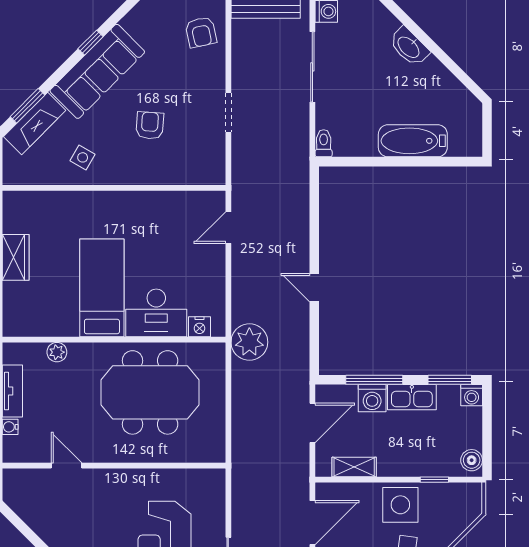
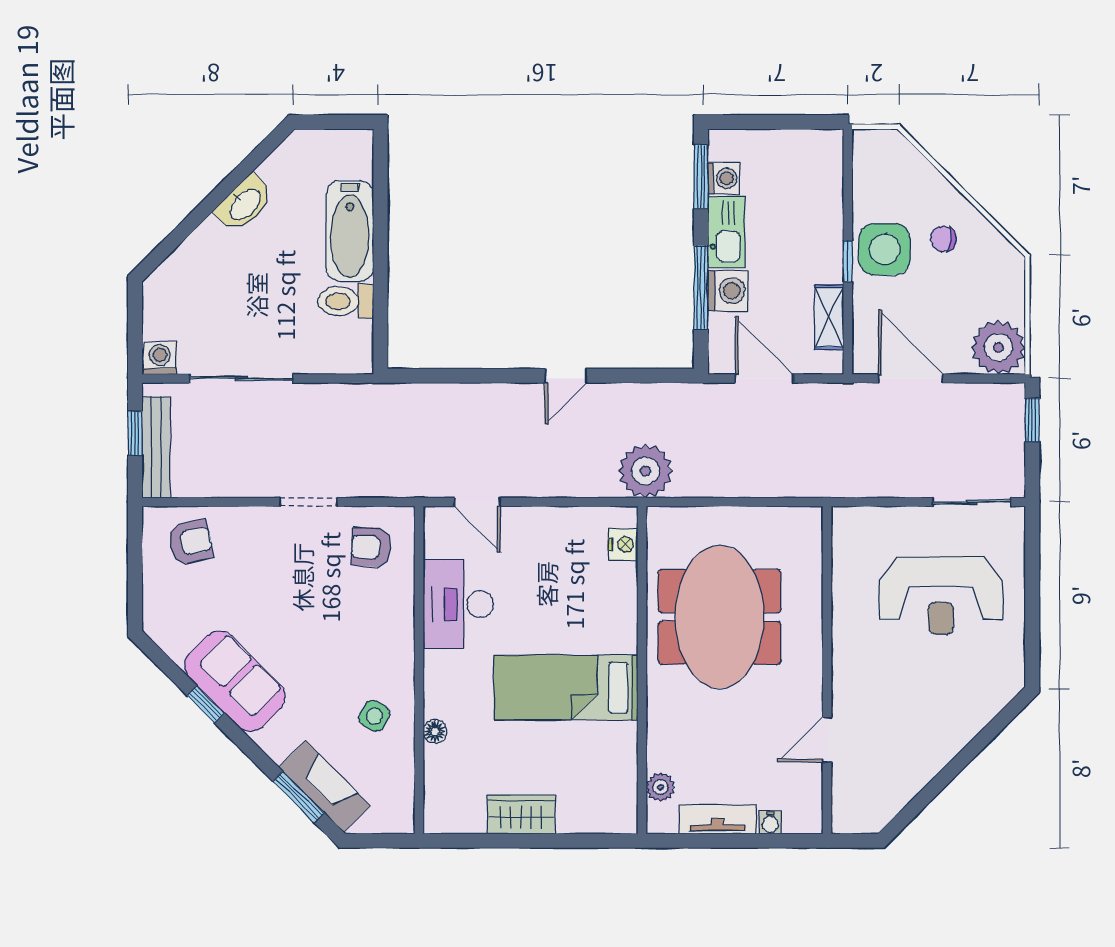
washbasin: (409, 47) -> (245, 204), moved
sofa: (97, 71) -> (235, 681), width x0.73
armchair: (150, 125) -> (371, 547), moved
toilet: (324, 143) -> (346, 301), moved, width x1.37, depth x1.39
floor lamp: (72, 199) -> (435, 731), added
desk: (156, 313) -> (458, 604), moved, turned 180
plant: (57, 352) -> (660, 787), moved
washing machine: (472, 395) -> (724, 178), moved
boiler: (472, 460) -> (819, 145), removed
window: (434, 480) -> (848, 261), moved

